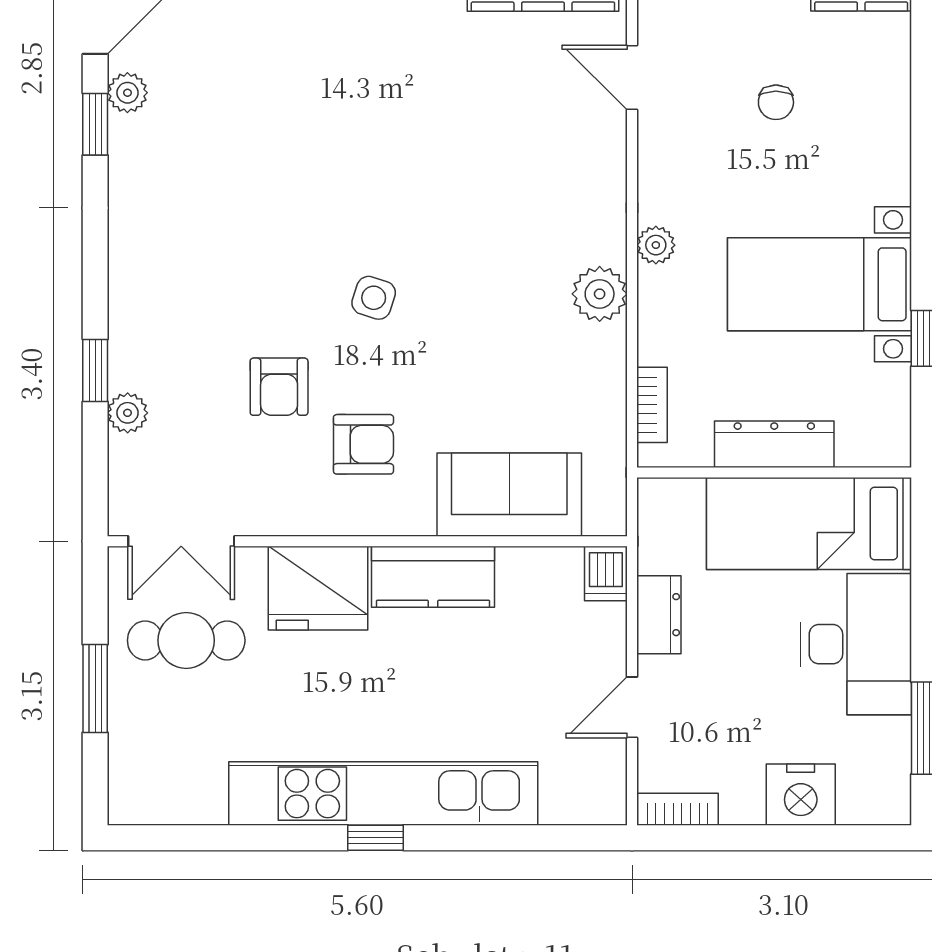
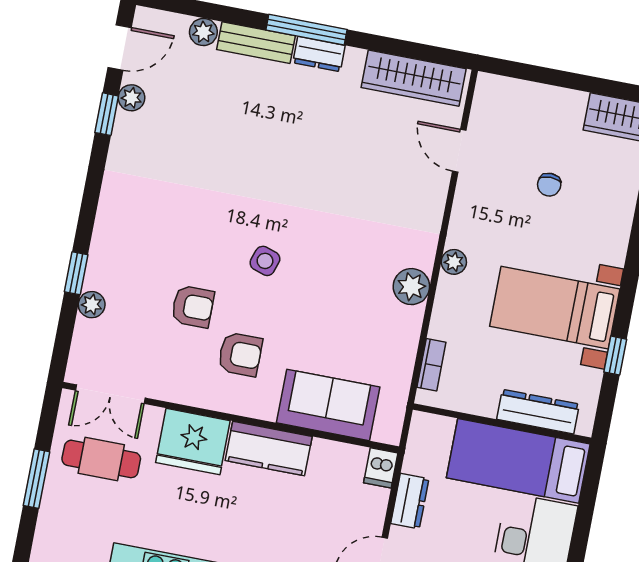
armchair: (279, 387) -> (193, 307), turned -90
dresser: (774, 444) -> (538, 412), moved

